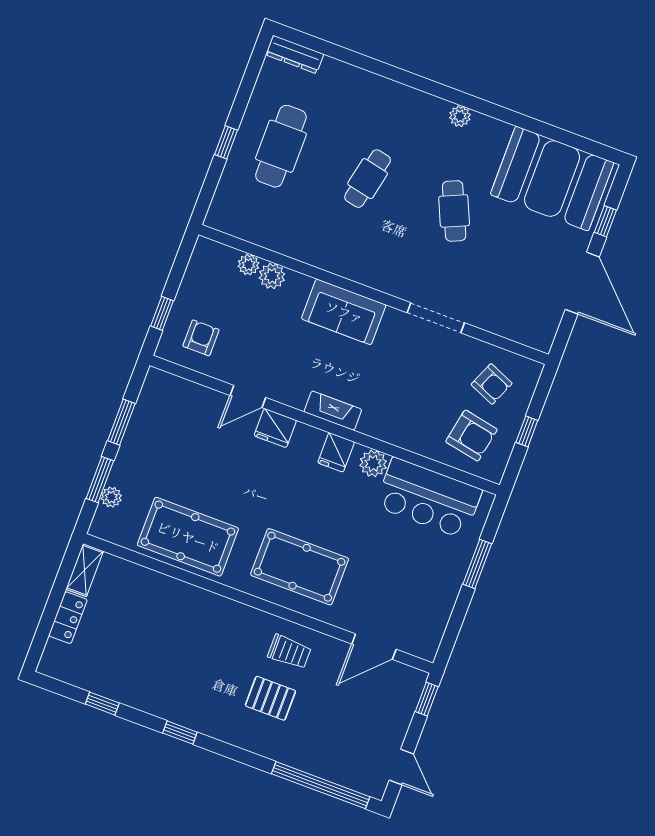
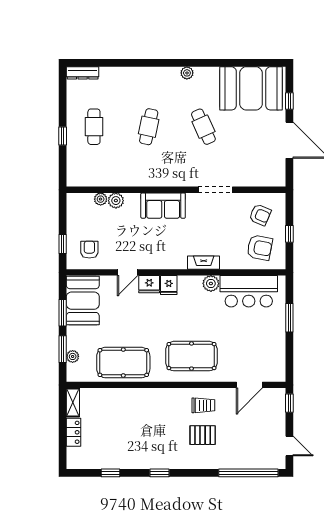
cafe table: (281, 146) -> (94, 127), width x0.73, depth x0.74
fireplace: (333, 411) -> (204, 263), moved
booth: (160, 415) -> (83, 301), added
fridge: (336, 452) -> (169, 285), moved

